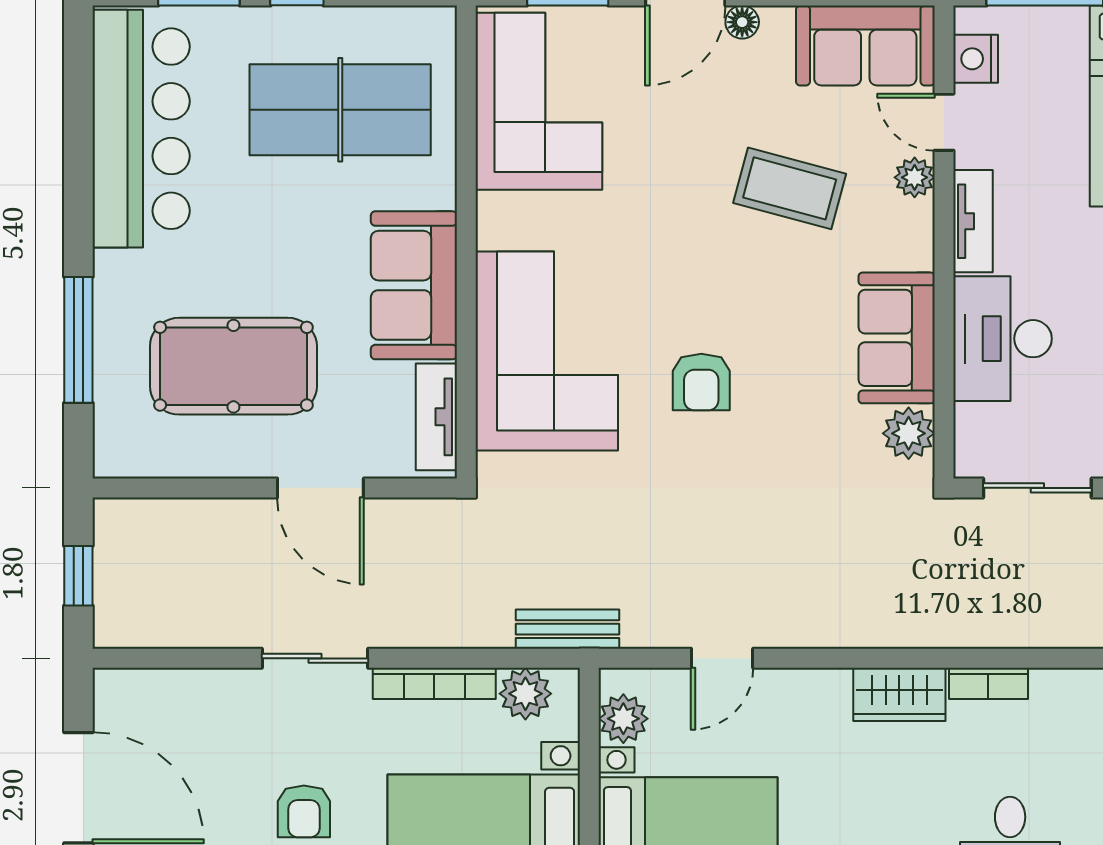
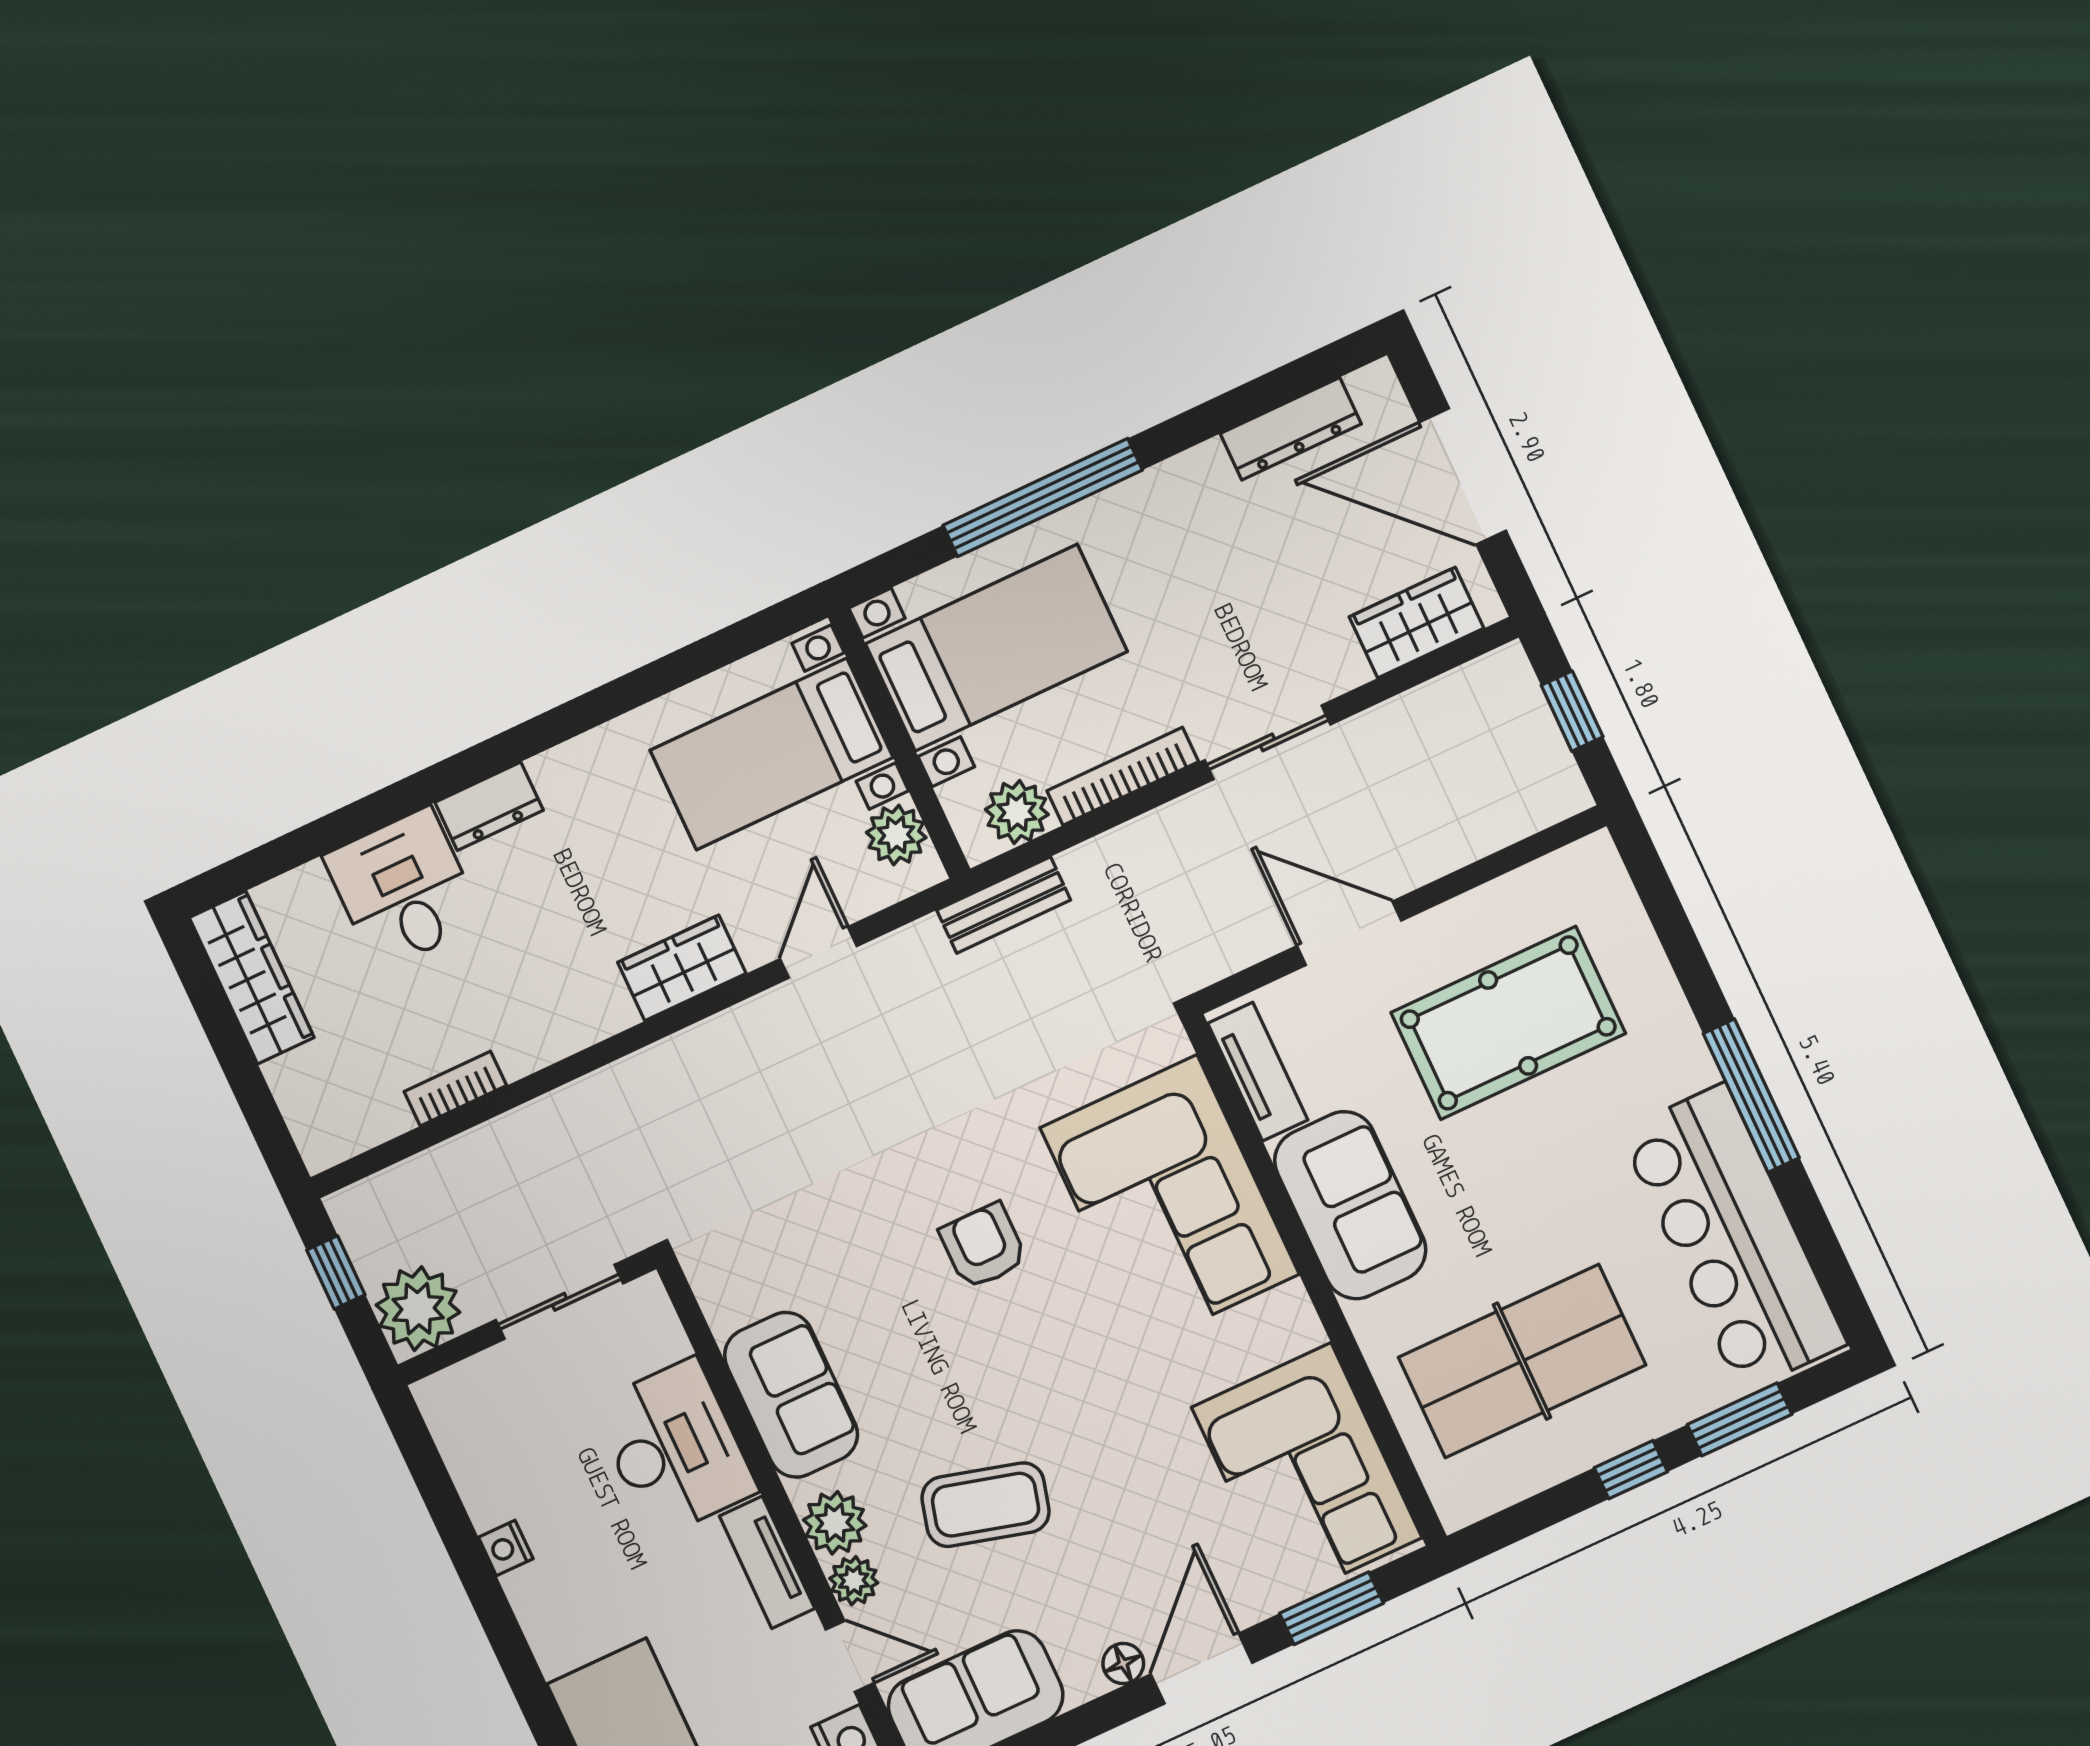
window: (78, 340) -> (1751, 1096), moved
plant: (909, 433) -> (835, 1523), moved
bookcase: (988, 683) -> (455, 1089), moved
wardrobe: (899, 694) -> (682, 968), moved
wardrobe: (163, 695) -> (1416, 623), added
armchair: (304, 811) -> (1201, 567), removed

